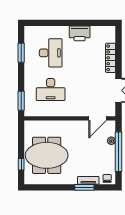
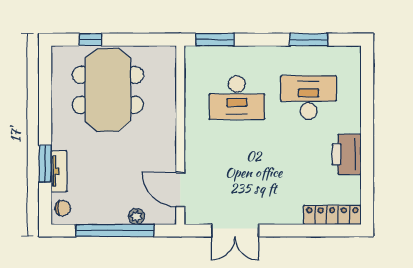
desk: (51, 53) -> (309, 98), turned 180
locker: (111, 58) -> (332, 215), moved
desk: (51, 89) -> (237, 98), turned -90

